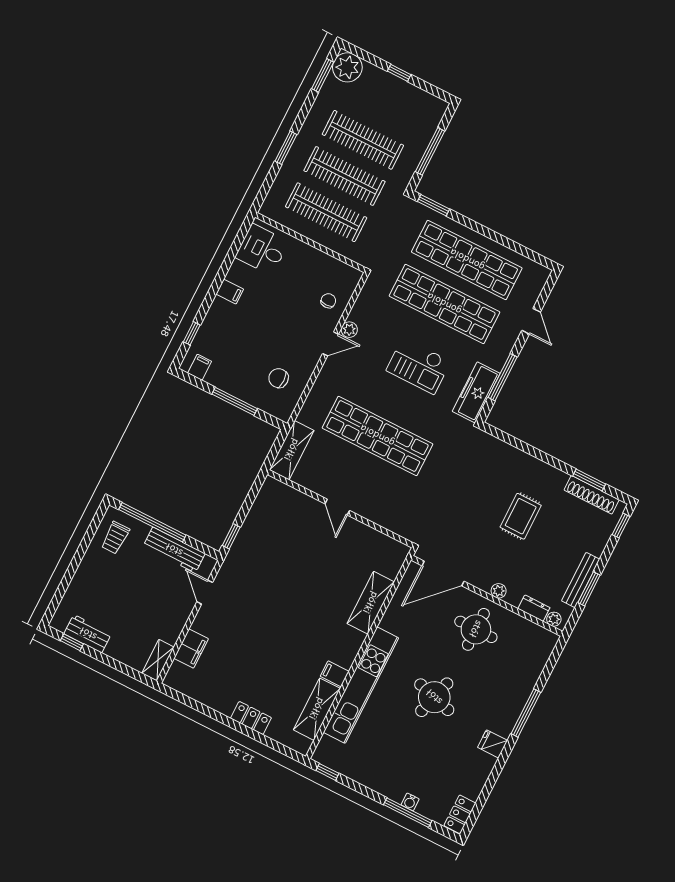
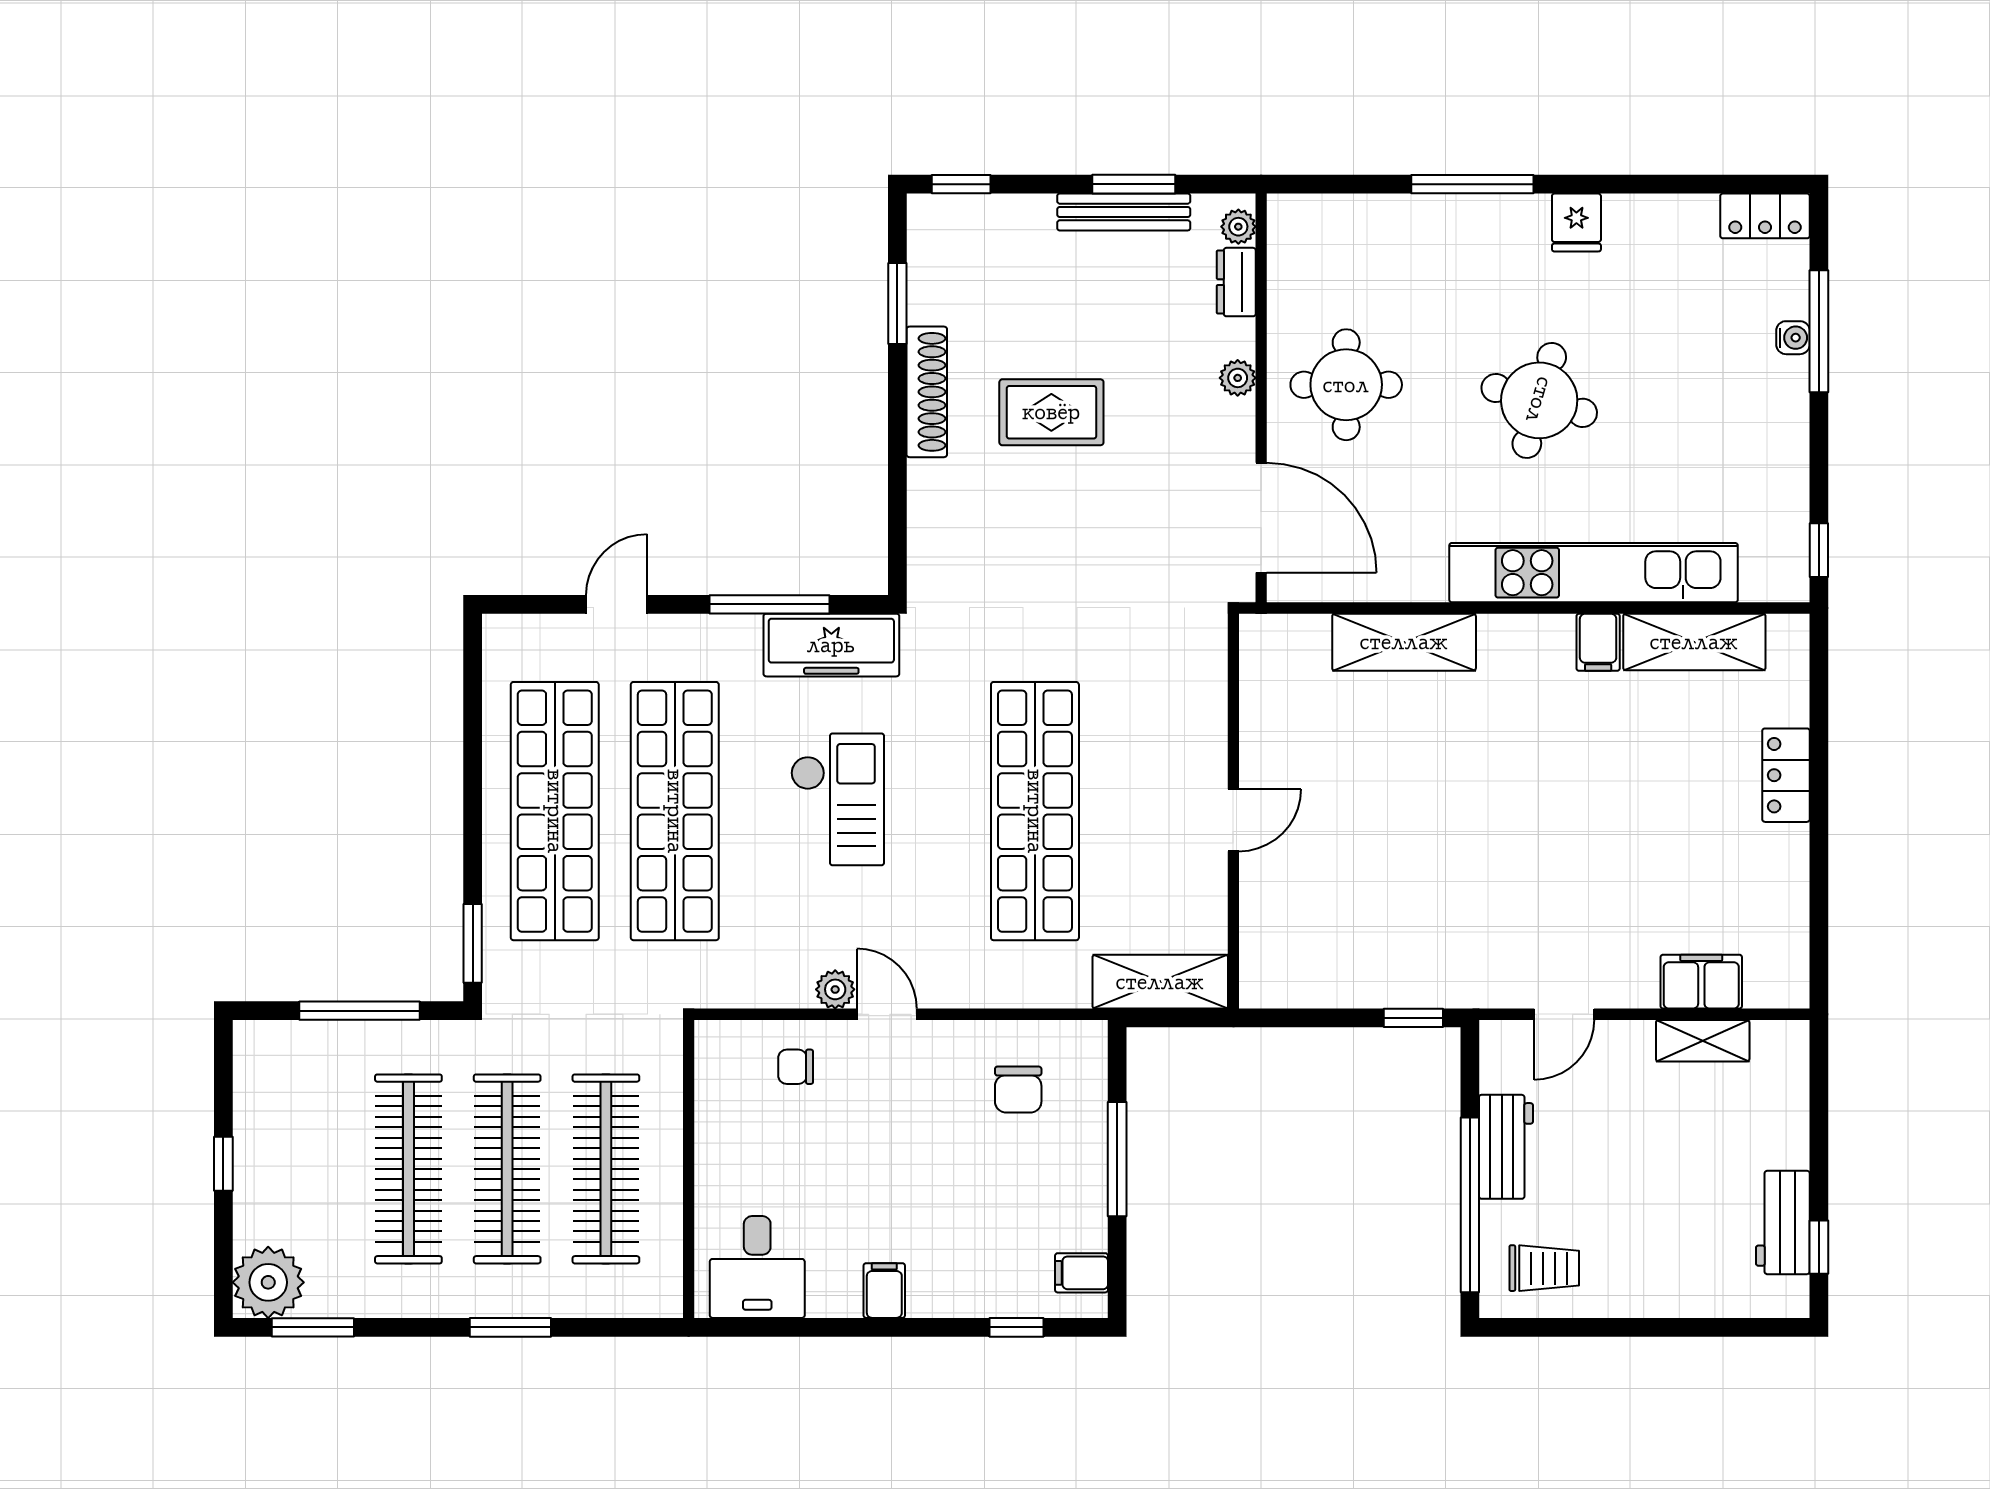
shoe rack: (592, 495) -> (927, 392), moved
workbench: (174, 550) -> (1506, 1147), width x0.73
shelving: (158, 660) -> (1703, 1041), moved

